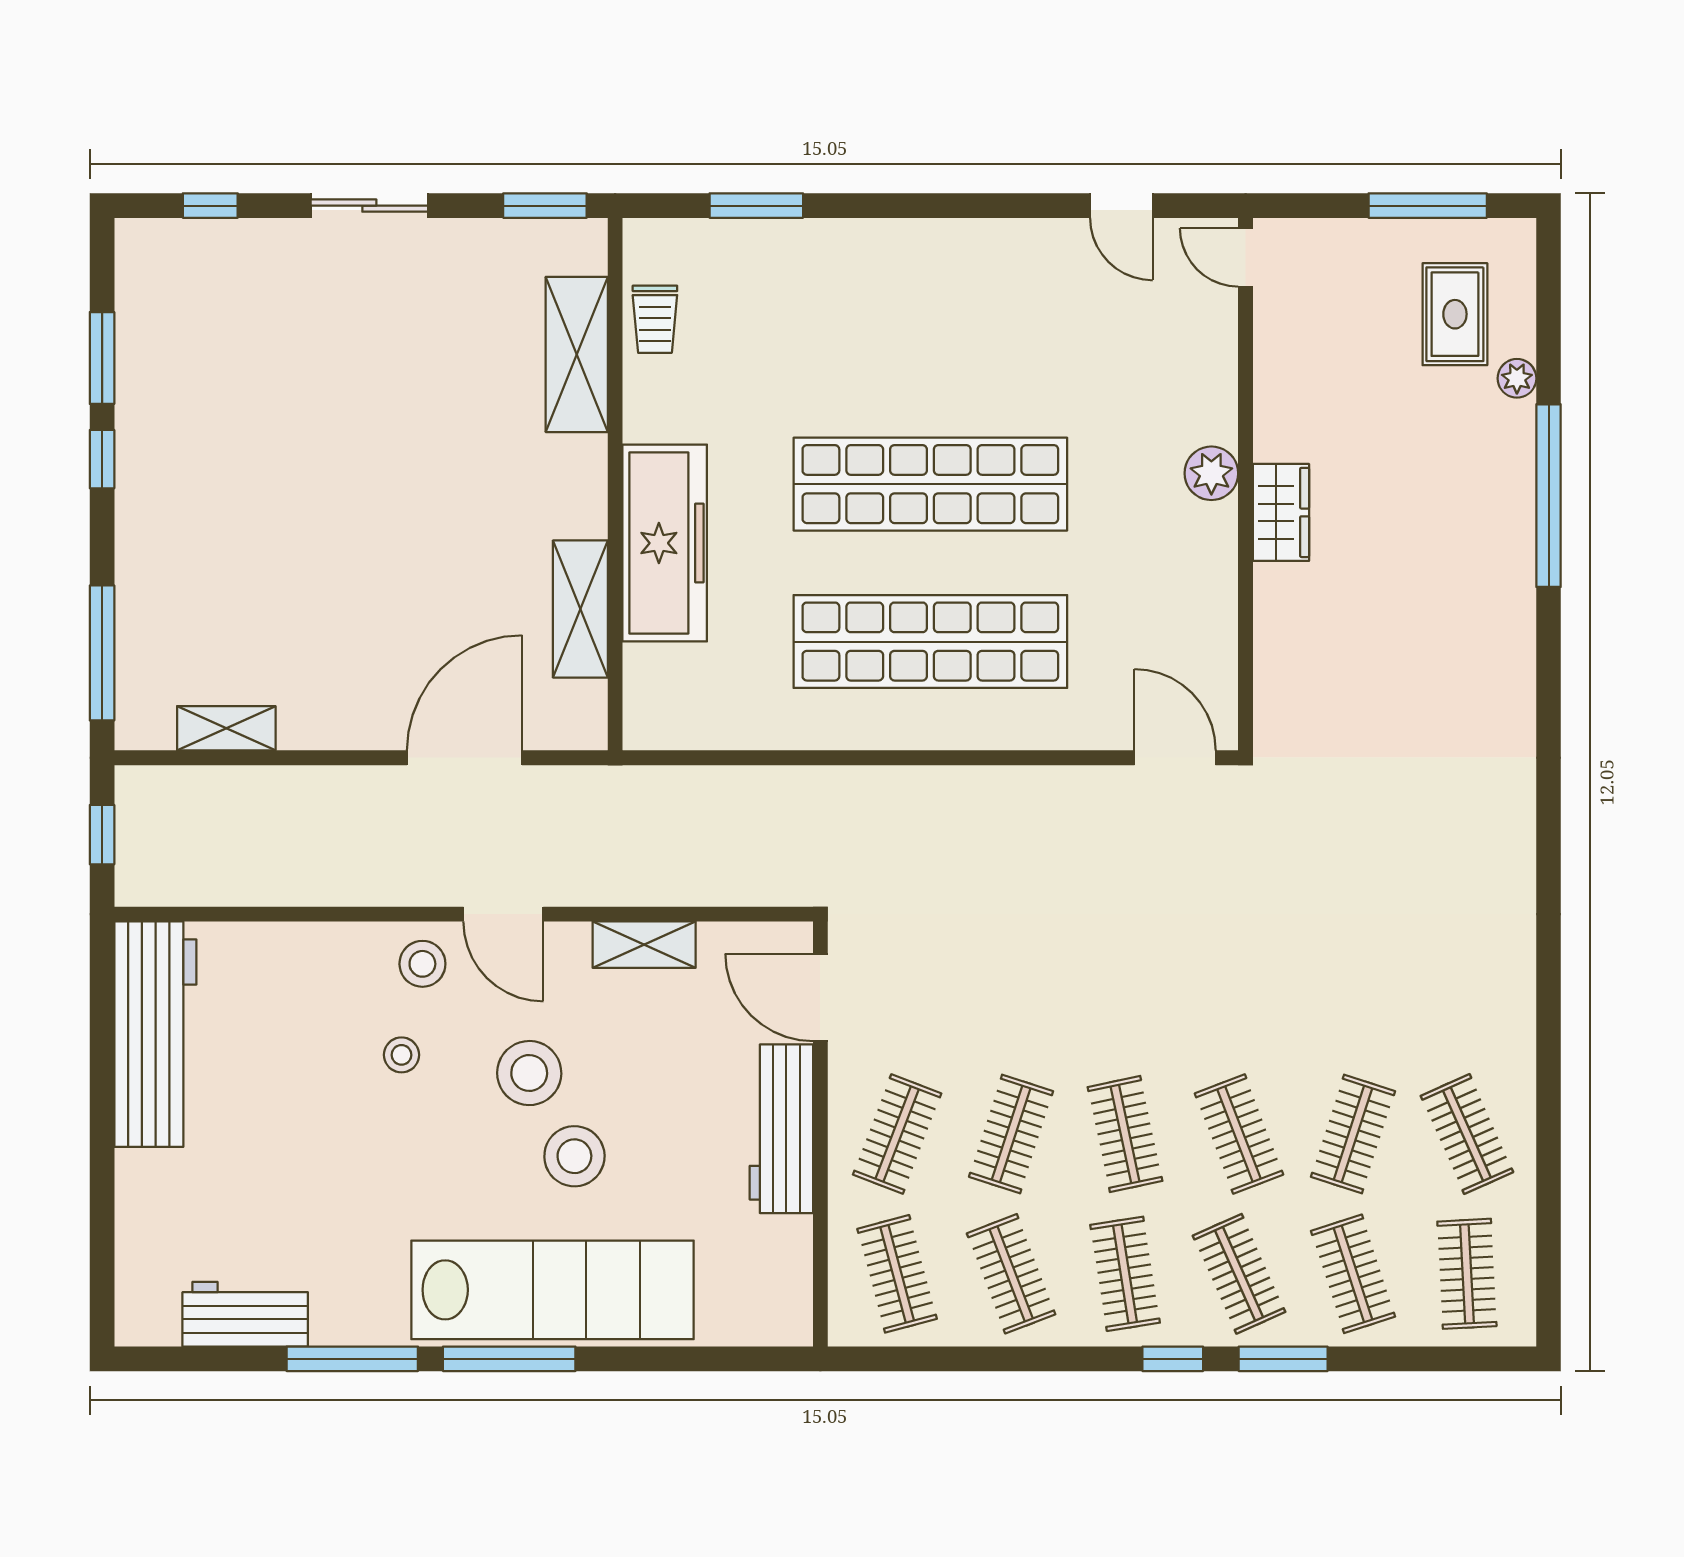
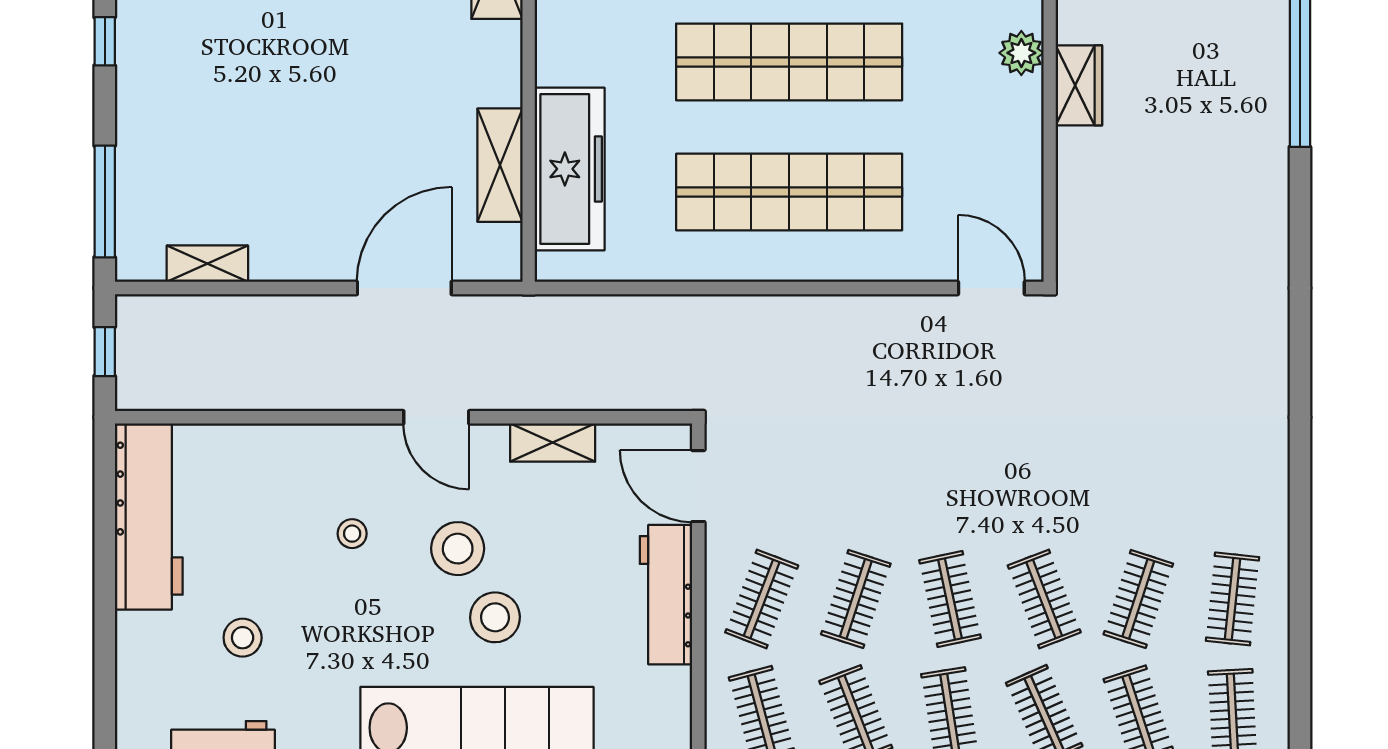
freezer: (665, 543) -> (570, 169), moved
stool: (422, 964) -> (243, 638), moved
clothes rail: (1467, 1134) -> (1232, 599), turned 30

